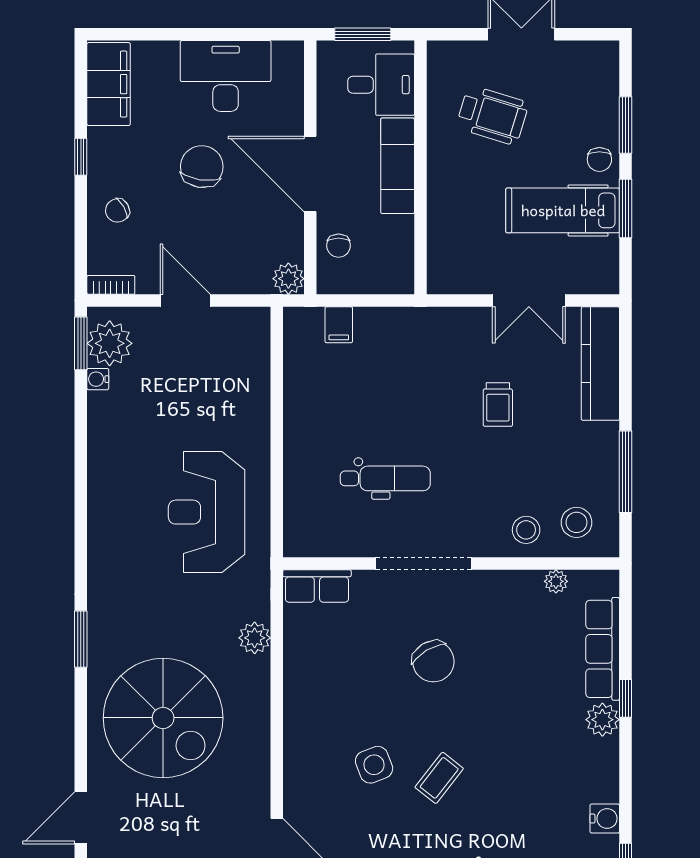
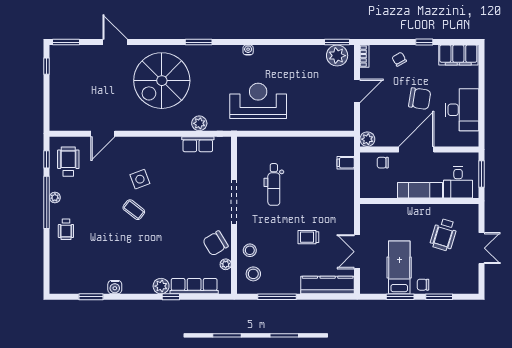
water cooler: (98, 379) -> (248, 50), moved
row of seats: (317, 586) -> (198, 144), moved, turned -90
chair: (433, 661) -> (215, 243), moved

